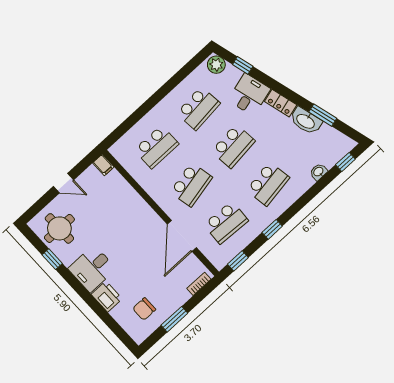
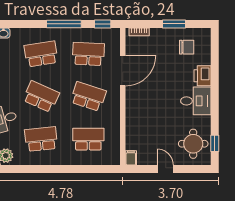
school desk: (233, 146) -> (41, 96), turned 30
school desk: (191, 185) -> (88, 96), turned 30
window: (272, 229) -> (64, 24), width x2.17
window: (52, 259) -> (215, 143), moved

